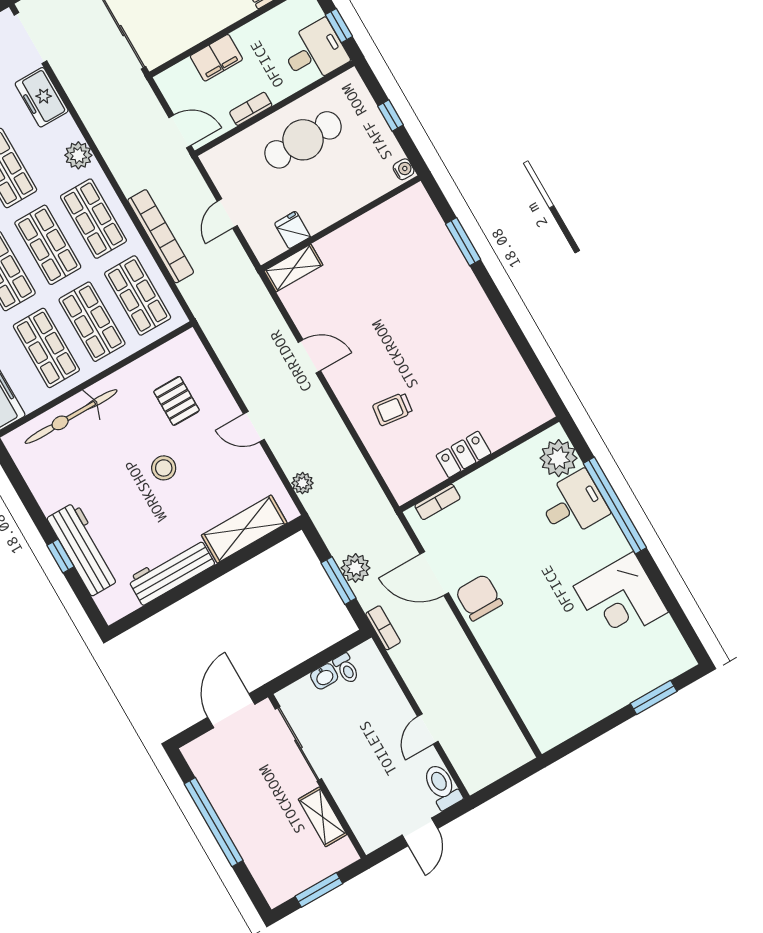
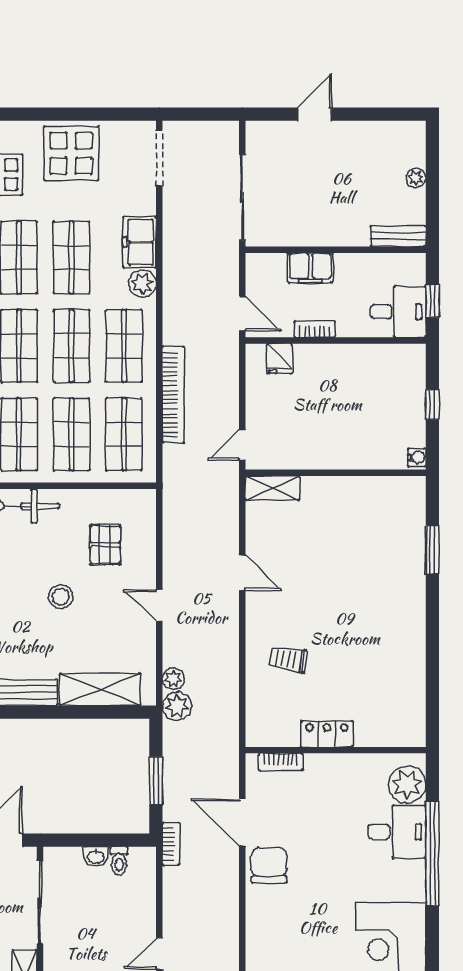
freezer: (42, 97) -> (140, 242), moved
cafe table: (303, 140) -> (344, 382), removed
door: (227, 213) -> (242, 445), moved
fridge: (292, 230) -> (279, 359), moved, turned 180
plant: (355, 568) -> (177, 706), moved

